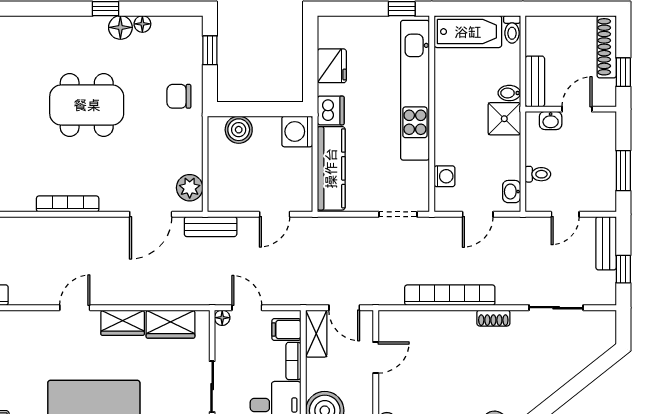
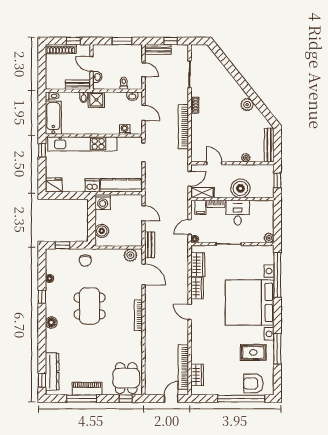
floor lamp: (120, 27) -> (51, 323), moved
fridge: (332, 66) -> (54, 185), moved

